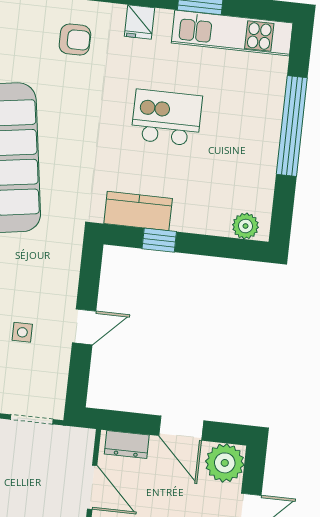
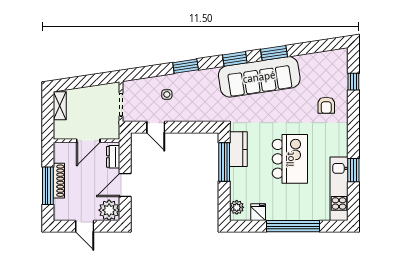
fridge: (140, 22) -> (258, 212), moved, turned 90
kitchen island: (167, 118) -> (290, 159), width x1.37, depth x1.28
window: (159, 240) -> (224, 162), width x2.17
door: (84, 327) -> (156, 127), moved

